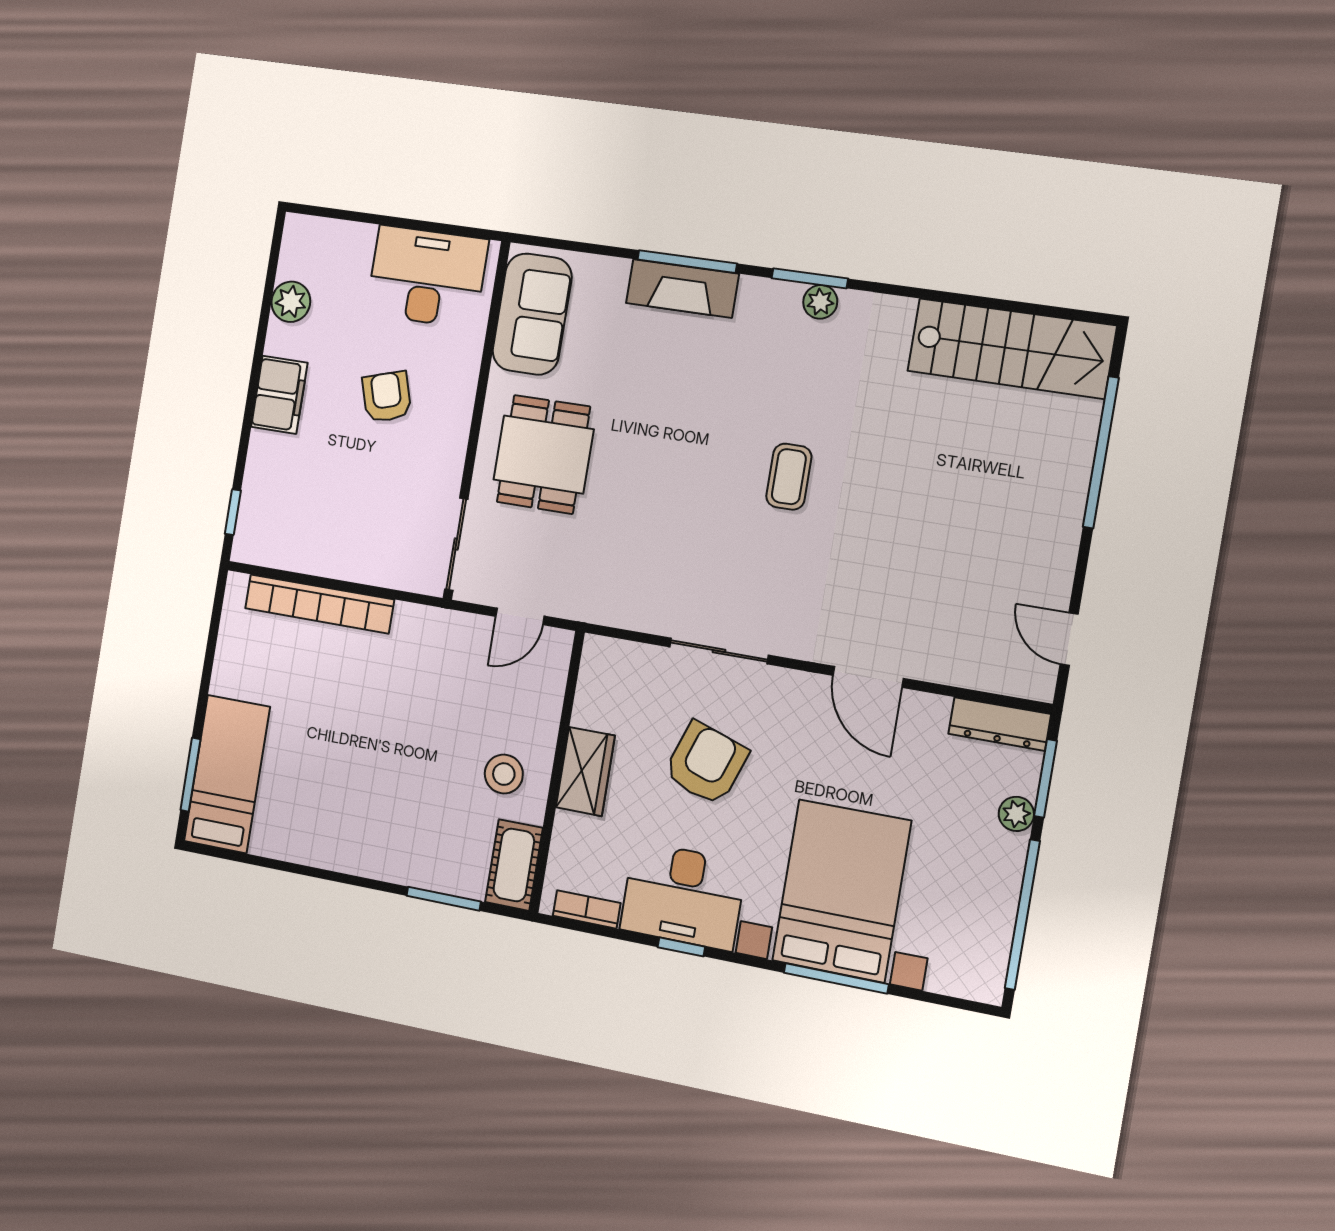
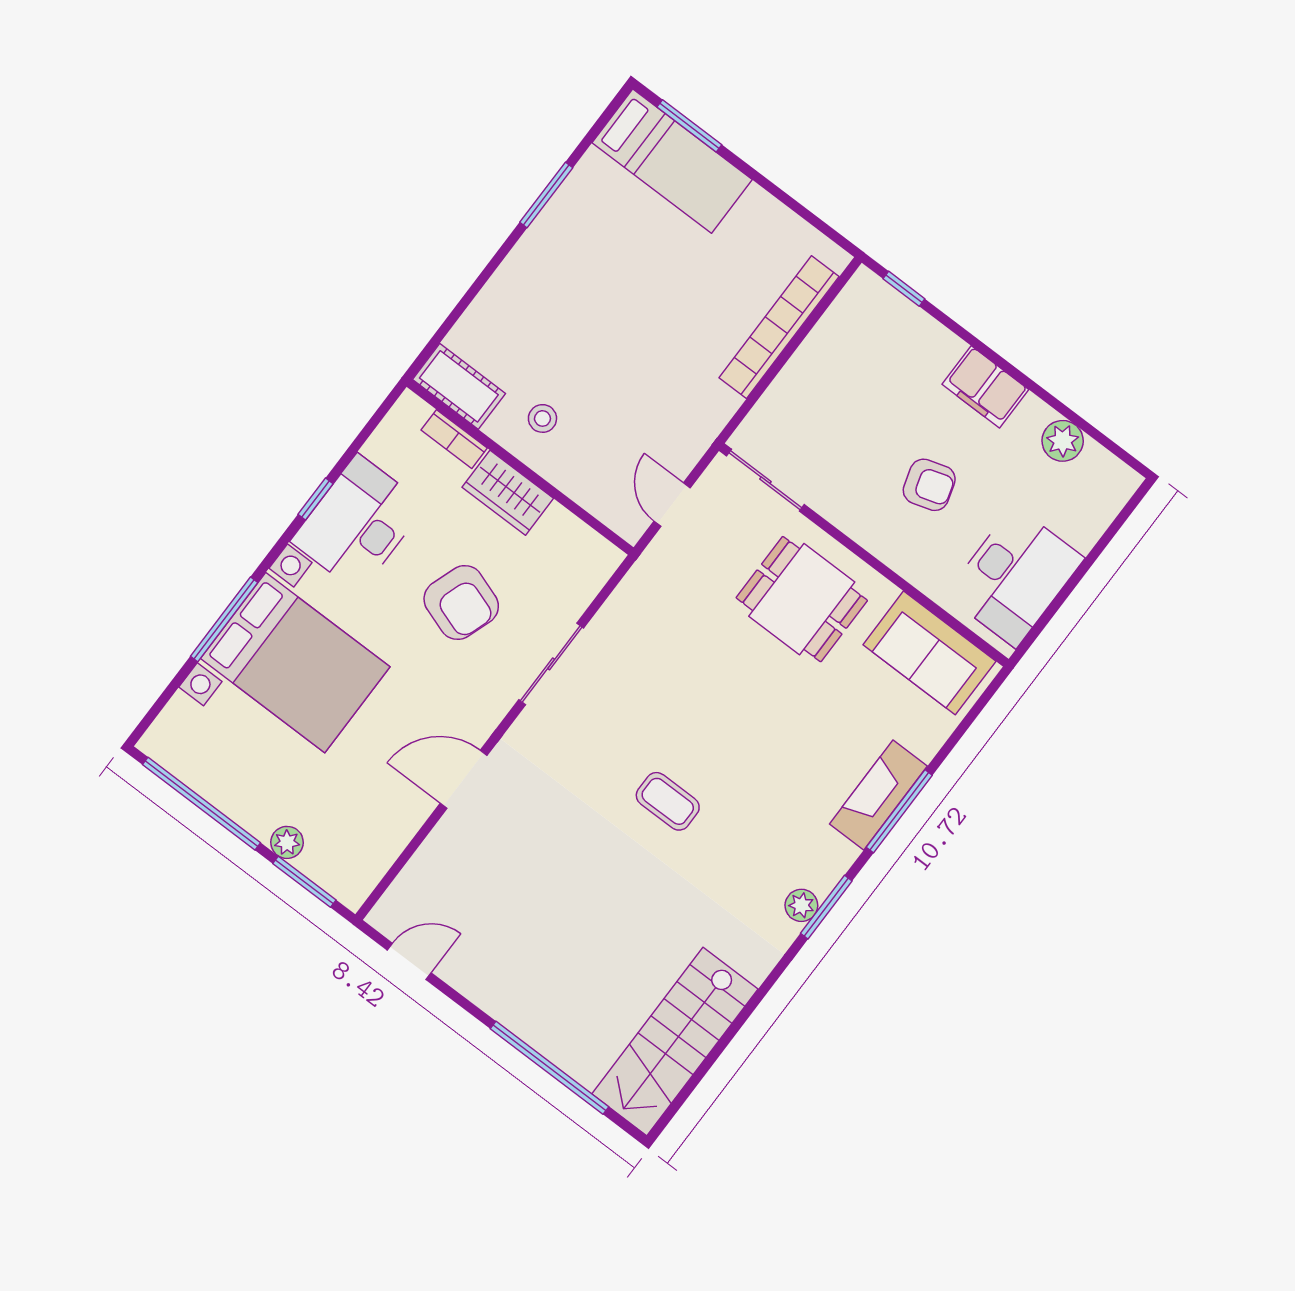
dresser: (1000, 724) -> (368, 868), removed
stool: (504, 774) -> (542, 418), width x0.73, depth x0.73
window: (444, 899) -> (546, 195), moved
bookcase: (587, 909) -> (454, 439), moved, turned 90

